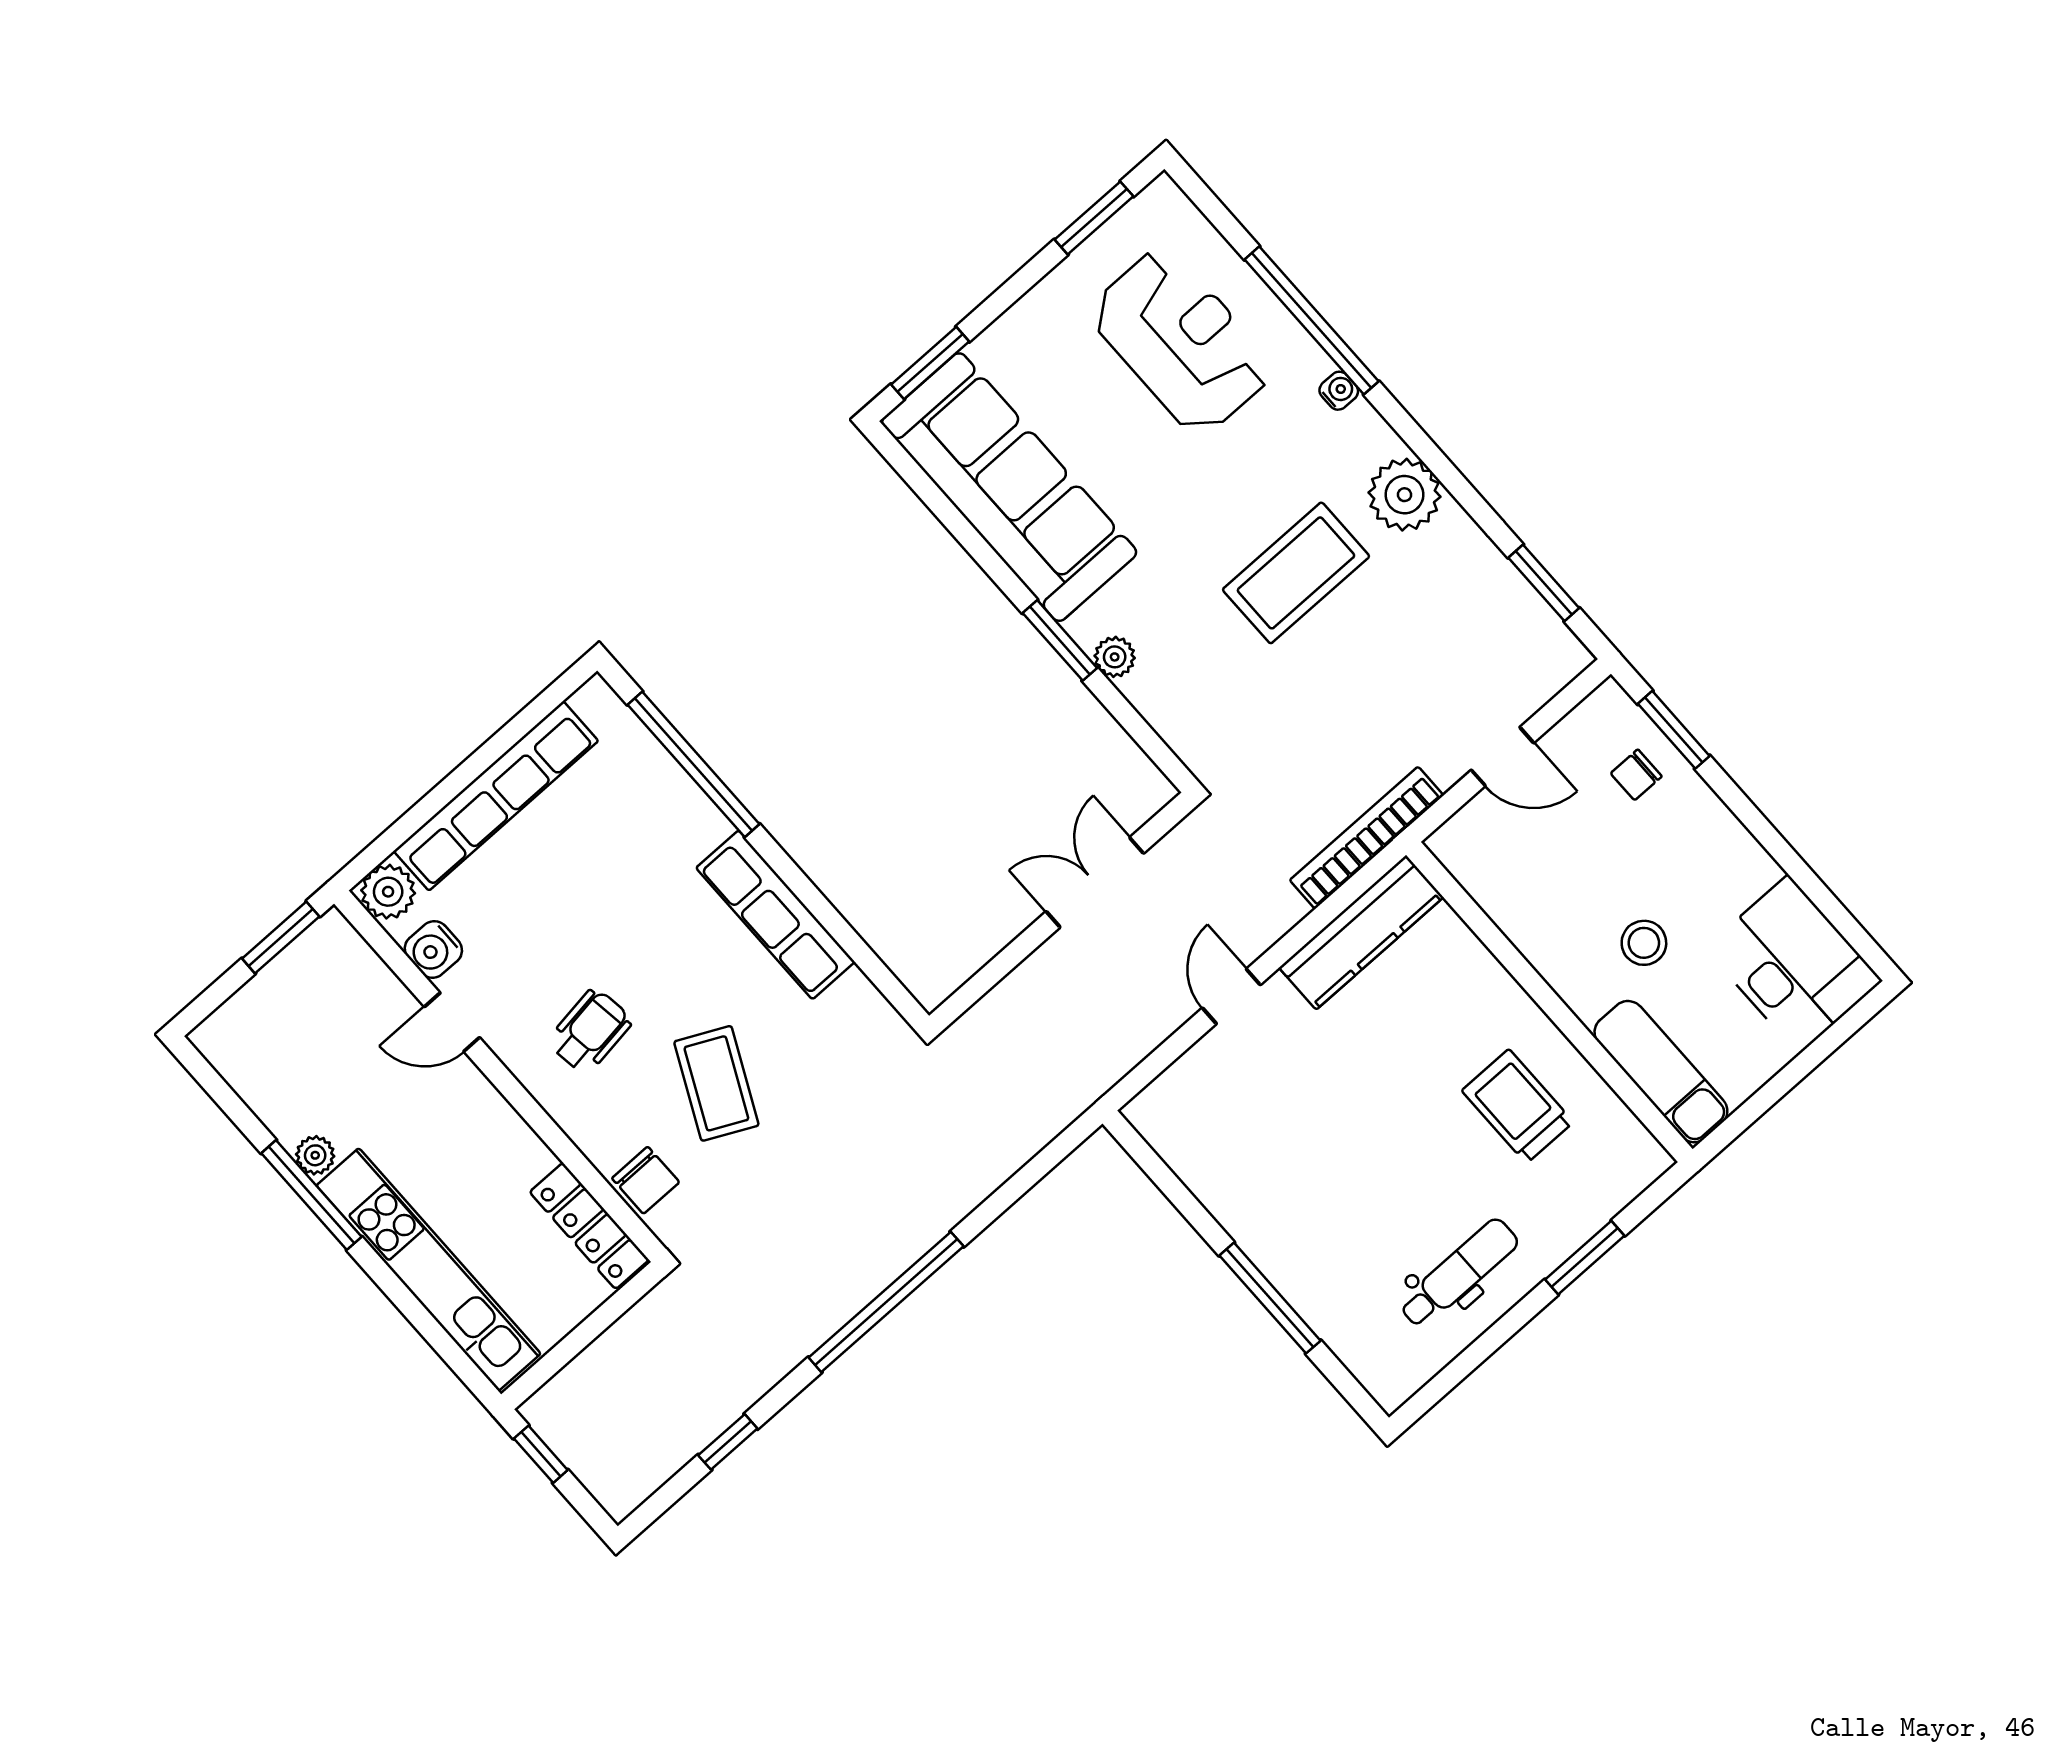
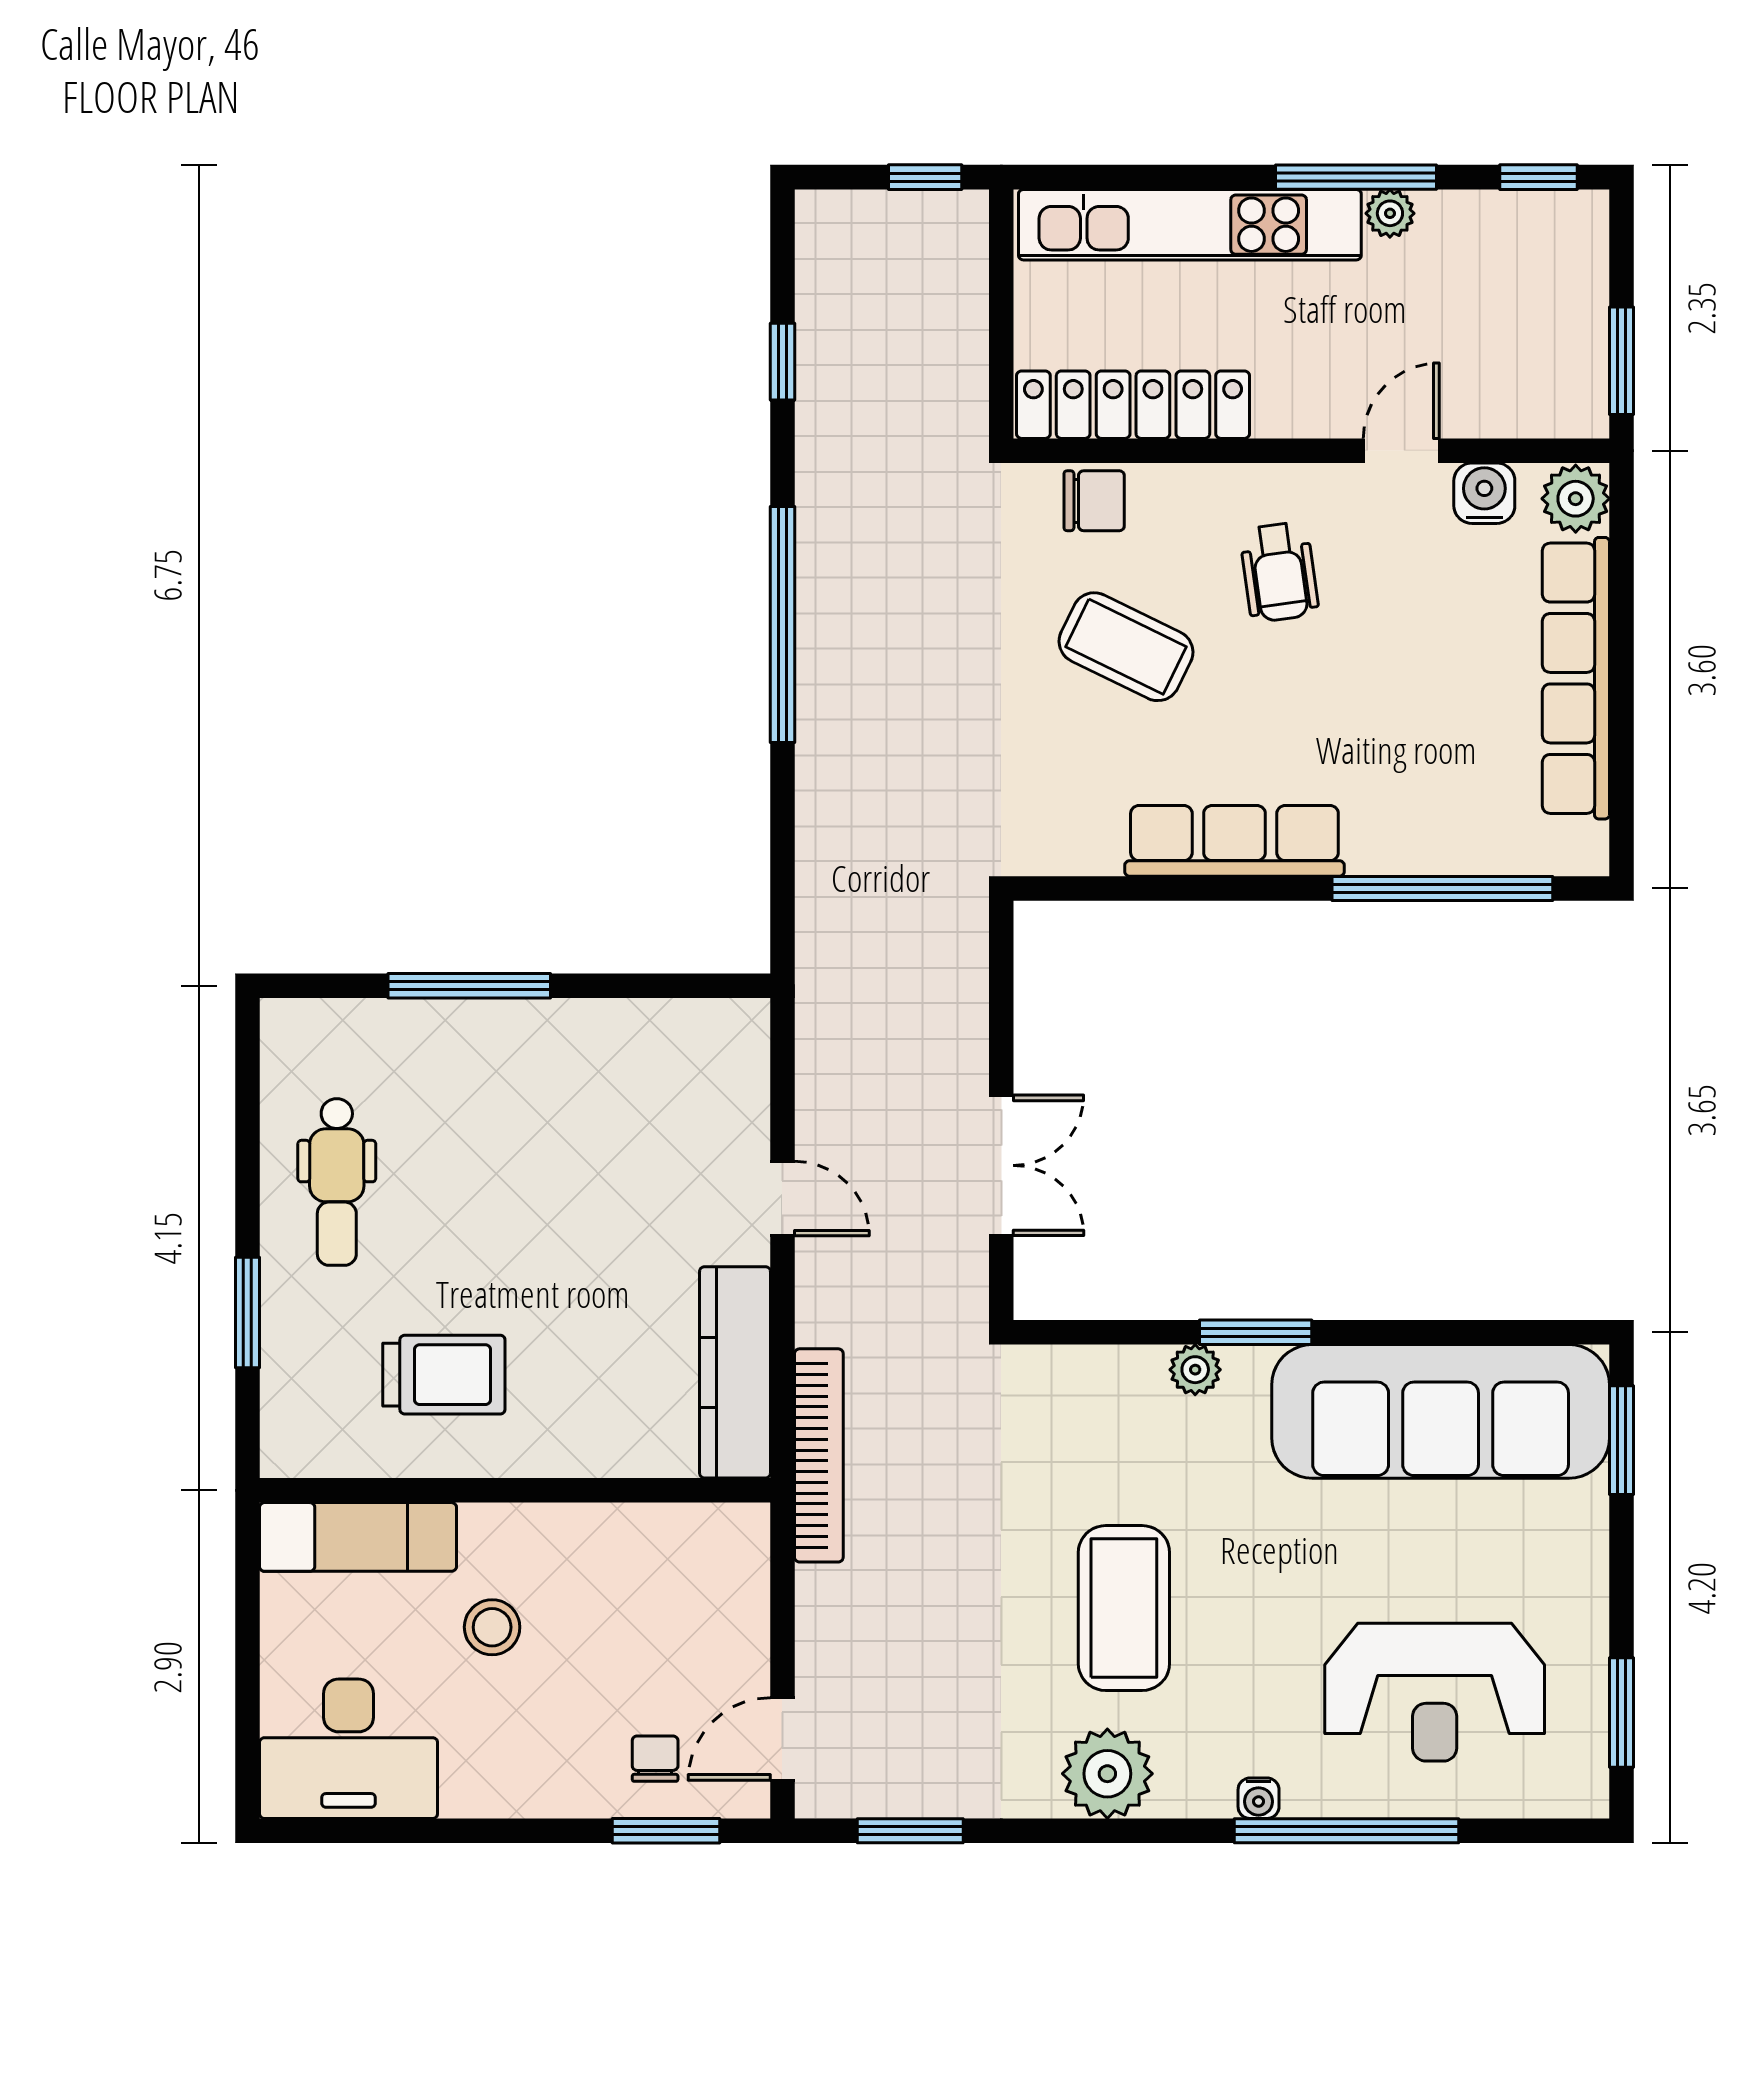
door: (1503, 756) -> (782, 1739), moved
window: (214, 1085) -> (1539, 177), added
chair: (646, 1180) -> (1094, 501), turned 180
locker: (589, 1226) -> (1133, 405), width x1.41, depth x1.21

